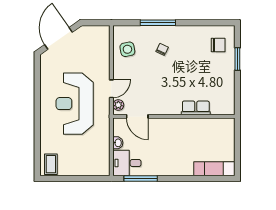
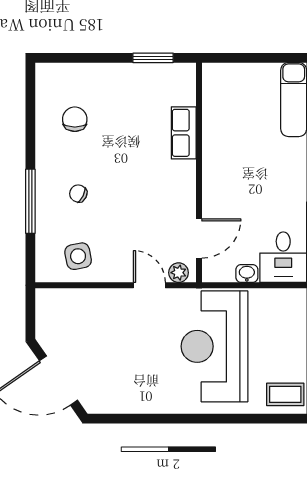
chair: (218, 45) -> (75, 119), moved
window: (237, 59) -> (153, 58), moved
reception desk: (75, 104) -> (214, 346), moved, turned 90

